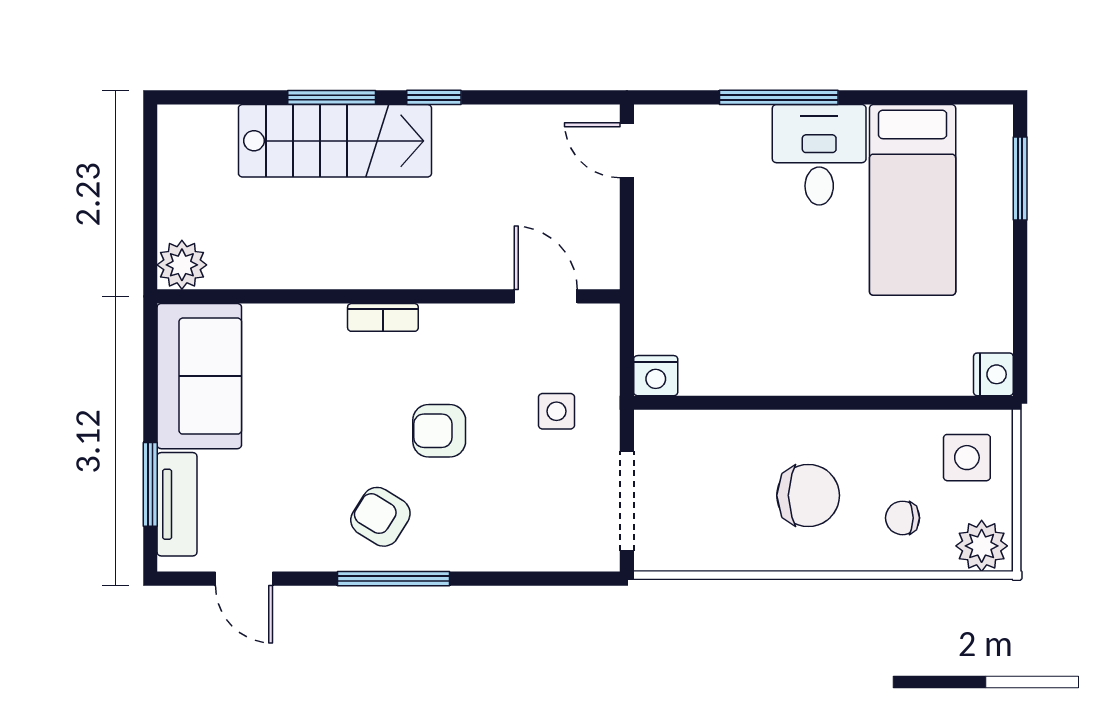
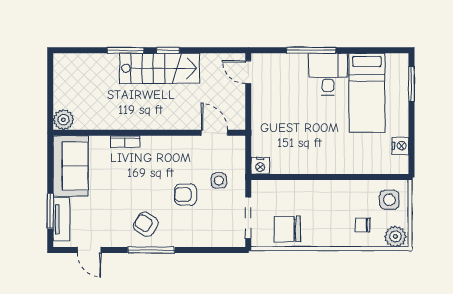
stairs: (335, 141) -> (160, 68), moved
bookcase: (383, 317) -> (125, 142), moved
nightstand: (993, 374) -> (400, 146), moved
armchair: (439, 431) -> (186, 195), moved
chair: (808, 495) -> (287, 229), moved, turned 180

